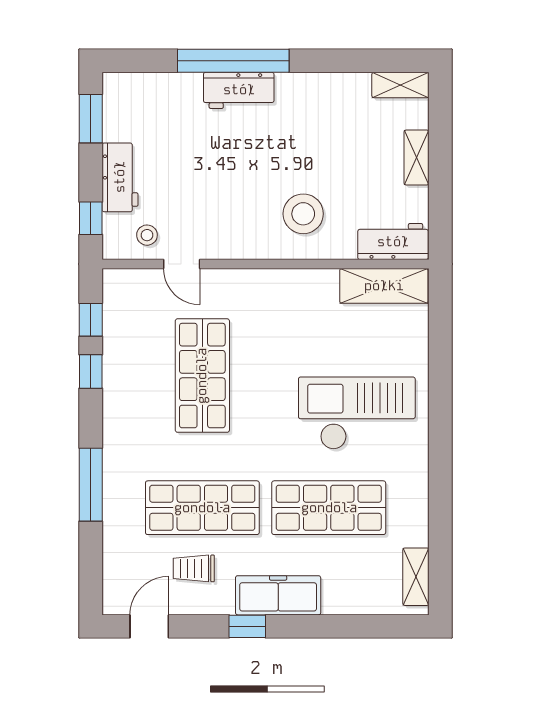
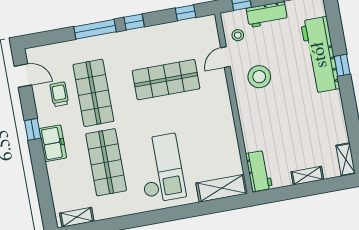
window: (233, 61) -> (342, 65), width x0.32
workbench: (239, 90) -> (320, 55), width x1.88, depth x1.32
stool: (303, 214) -> (259, 77), moved
shelving: (384, 286) -> (222, 188), moved, turned 90
window: (91, 372) -> (134, 22), moved
freezer: (278, 595) -> (53, 143), width x0.71

